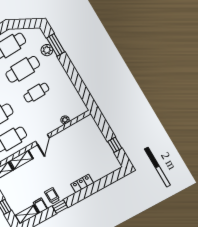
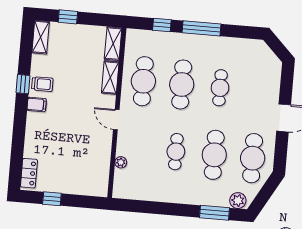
plant: (47, 50) -> (238, 201), moved
locker: (82, 184) -> (29, 173), moved
filing cabinet: (40, 205) -> (37, 104), moved

